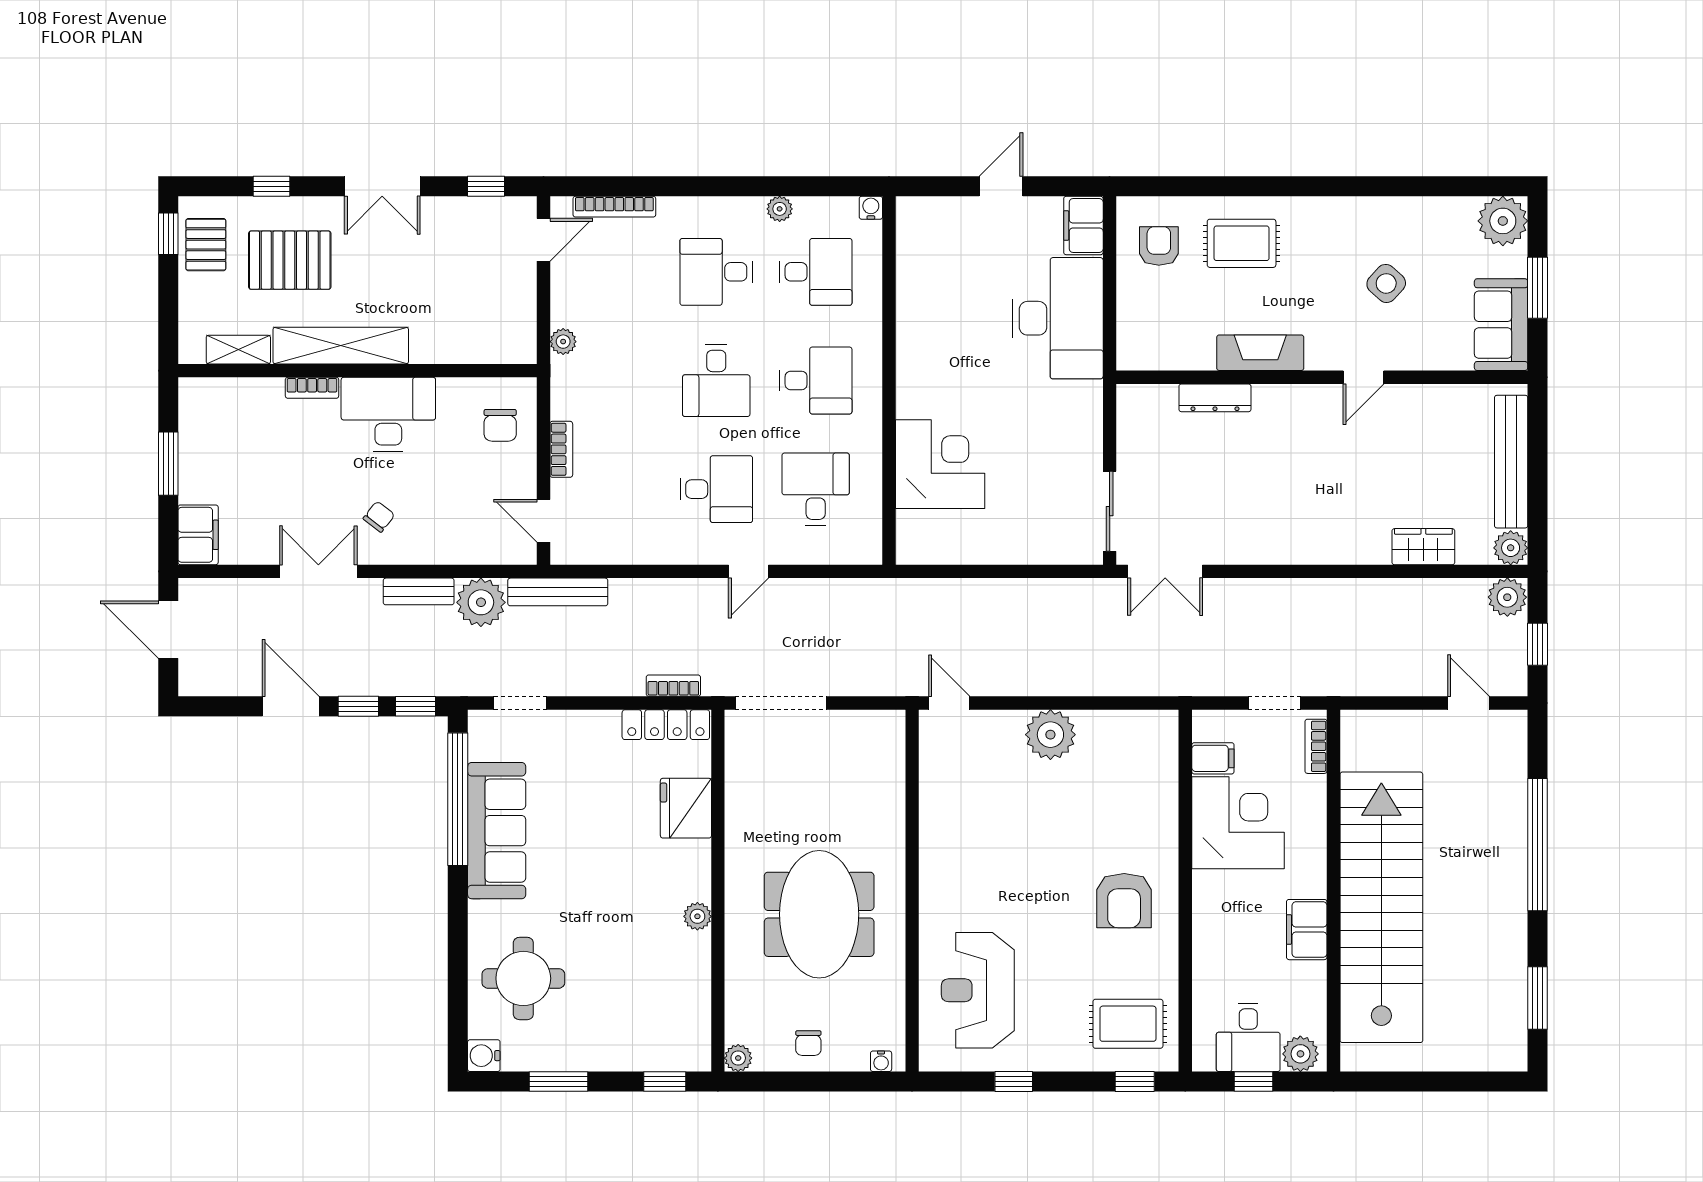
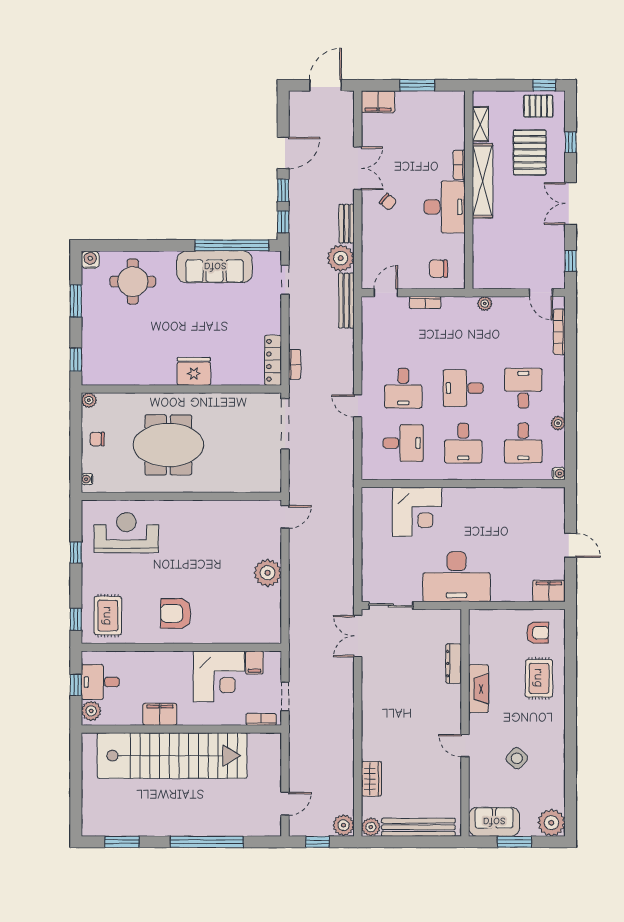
desk: (1058, 318) -> (457, 577), moved
fridge: (686, 808) -> (194, 371), moved
plant: (697, 916) -> (167, 378), removed

